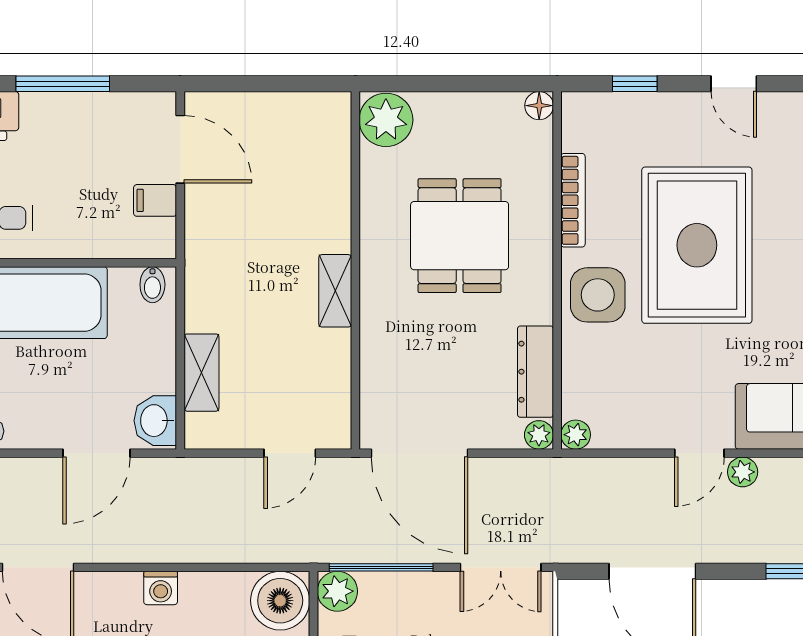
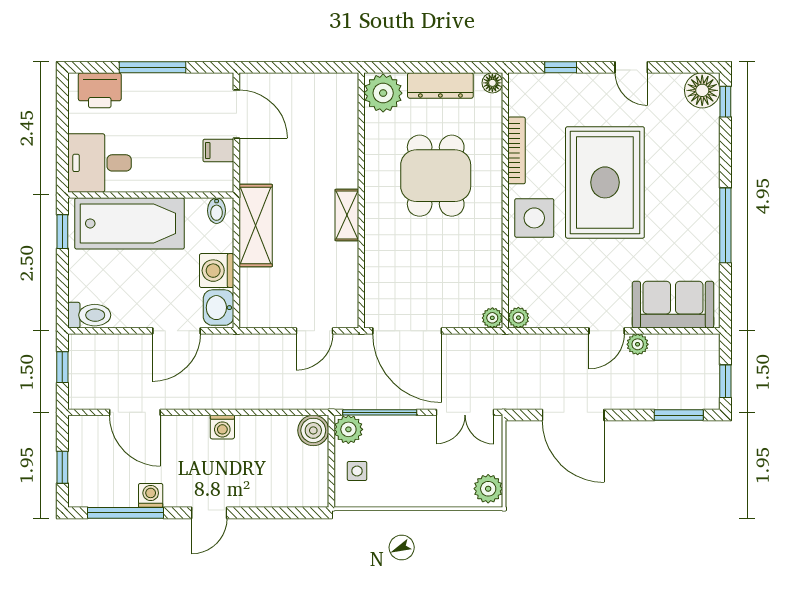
washing machine: (153, 369) -> (217, 271), added
dresser: (535, 372) -> (440, 86), moved, turned -90
shelving: (201, 373) -> (256, 226), moved, width x1.50, depth x1.33
boiler: (280, 601) -> (313, 430), width x0.73, depth x0.73

